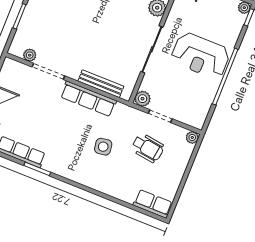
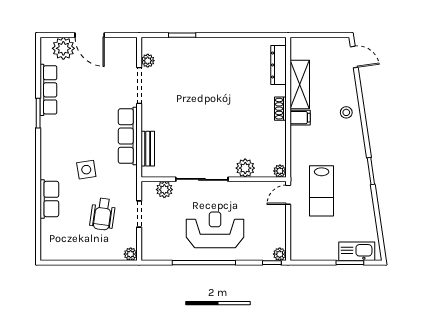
reception desk: (201, 56) -> (215, 230), turned 90
bench: (101, 84) -> (148, 149), width x0.73
plant: (143, 99) -> (164, 190), moved
row of seats: (153, 204) -> (49, 199), moved

